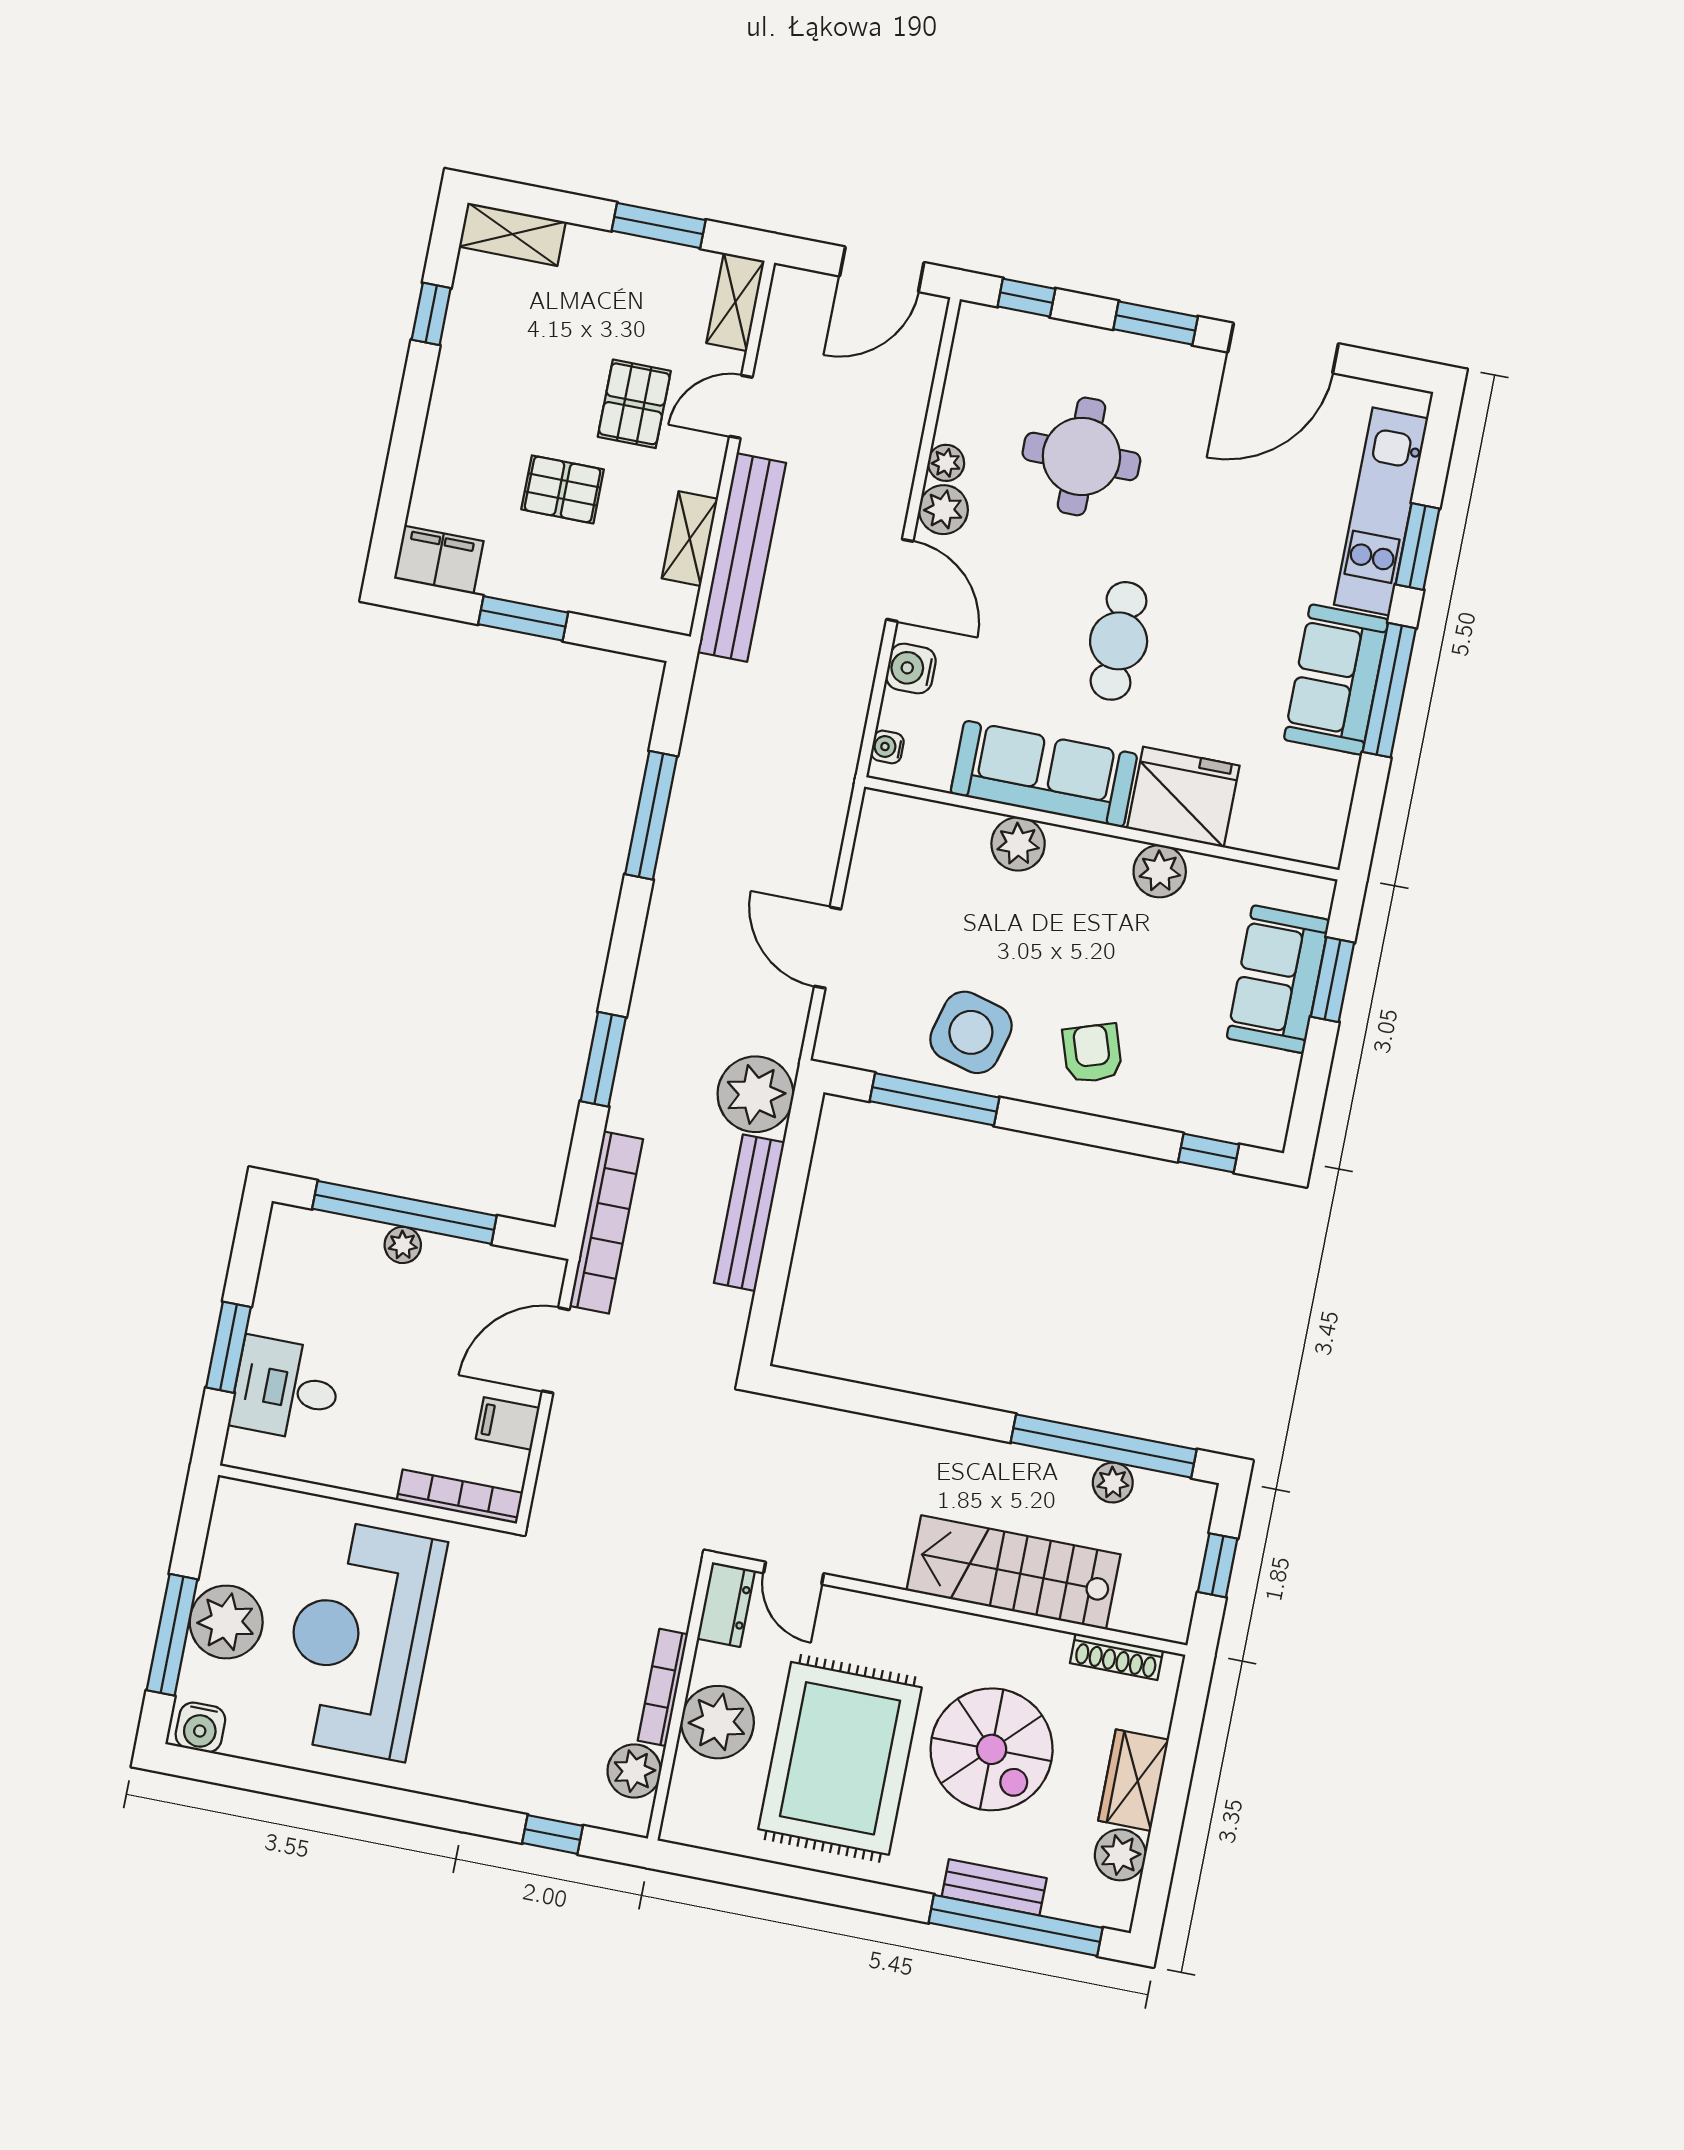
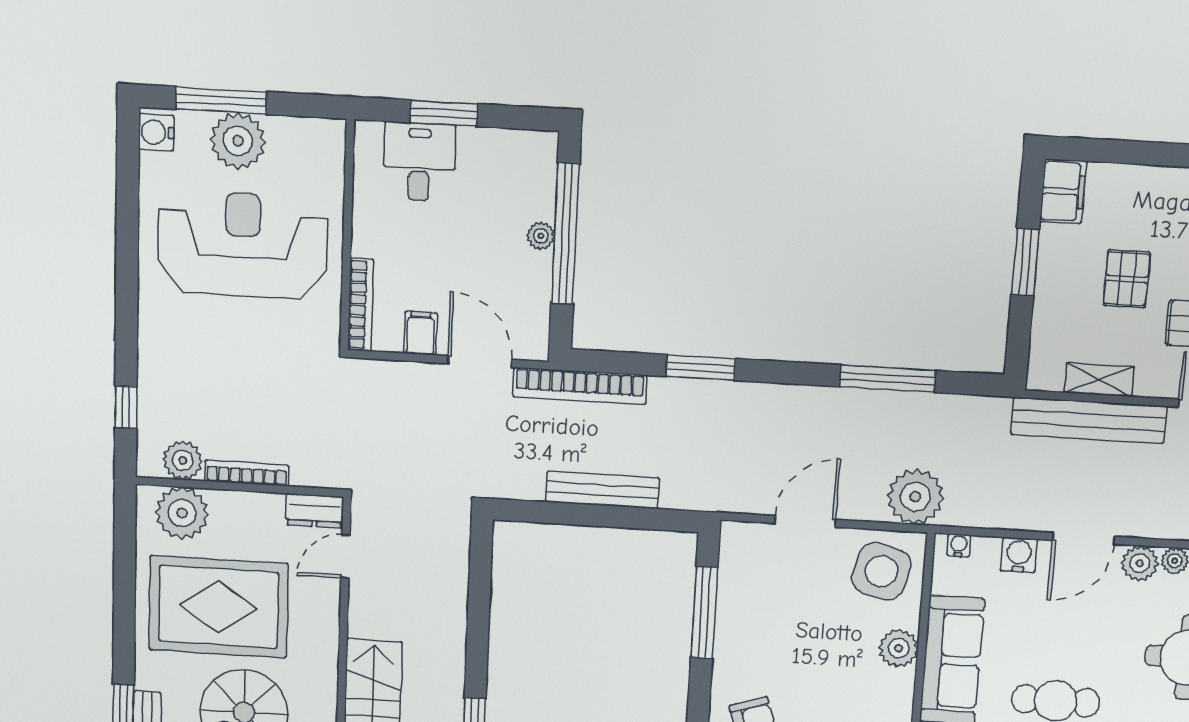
side table: (971, 1032) -> (881, 571), moved
plant: (755, 1094) -> (915, 497), moved
plant: (718, 1722) -> (182, 513), moved

